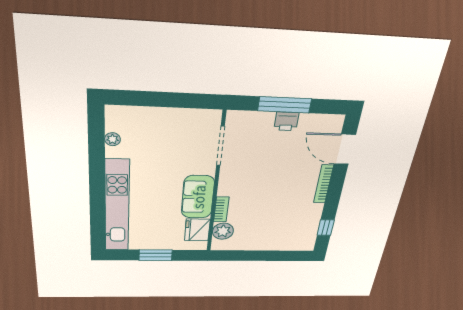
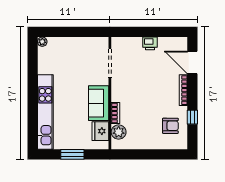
window: (285, 105) -> (147, 32), removed
plant: (112, 139) -> (42, 42), moved
armchair: (296, 225) -> (170, 126), added
window: (326, 228) -> (192, 117), moved

